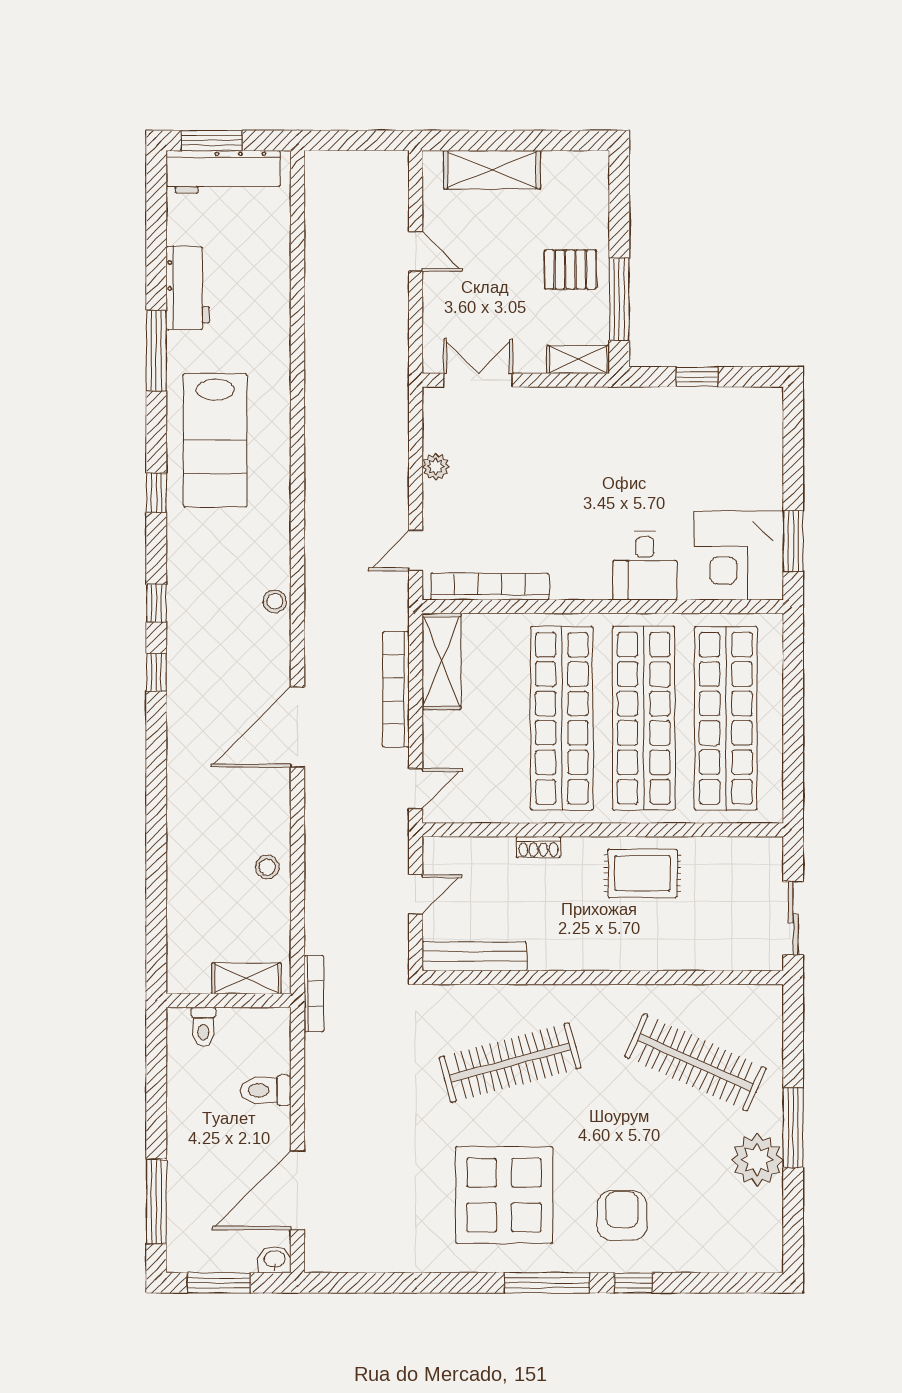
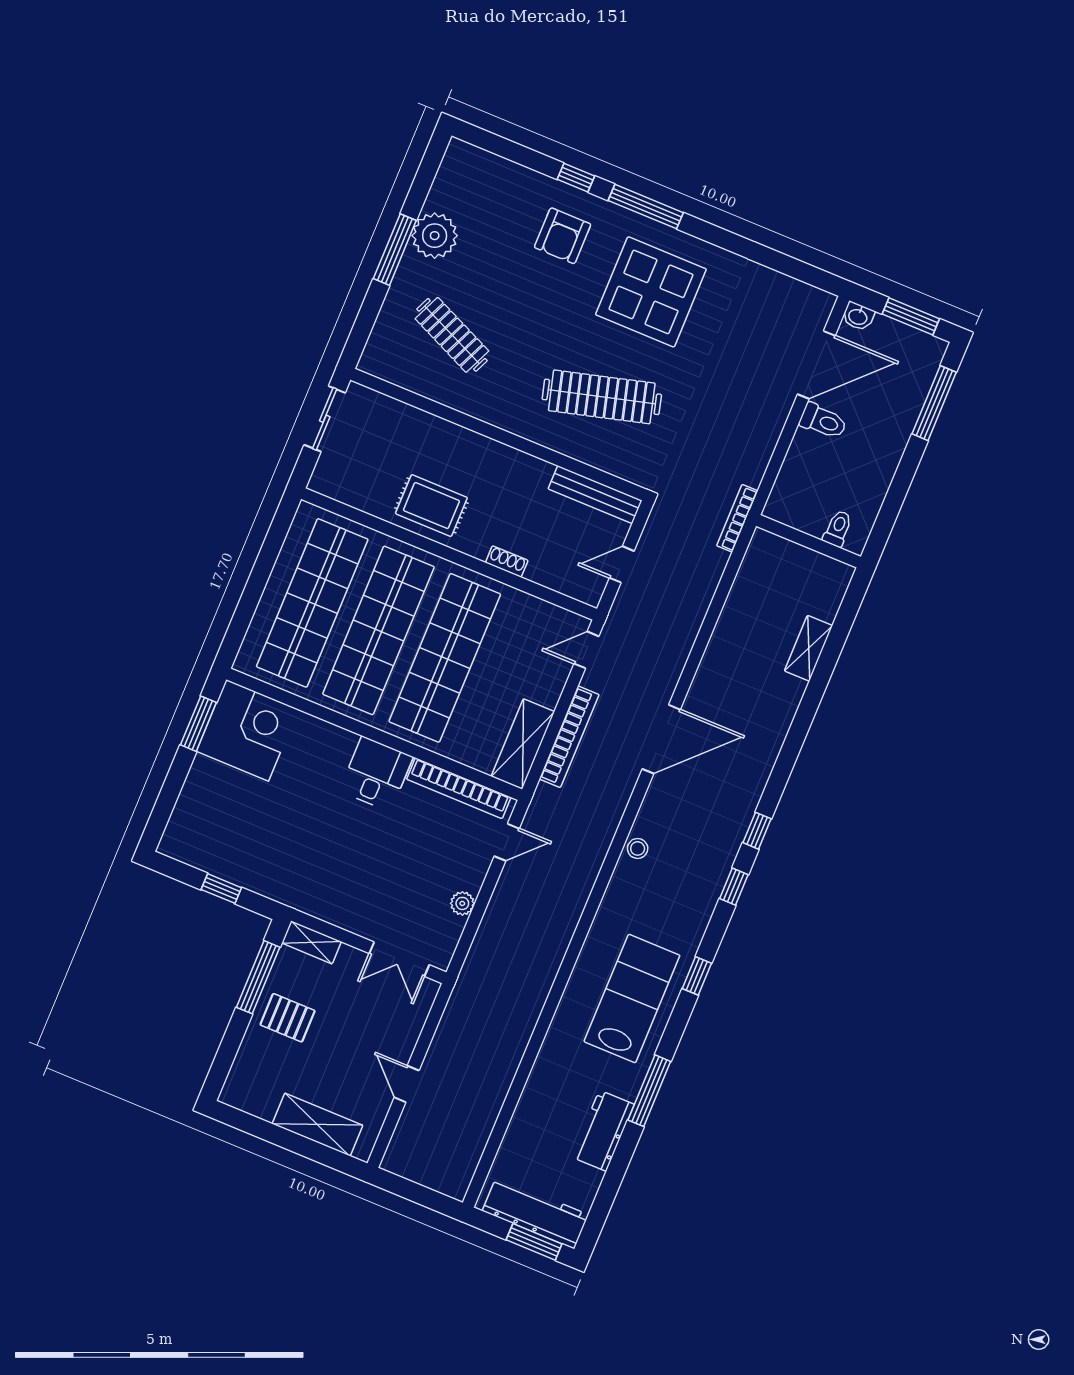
desk: (645, 566) -> (376, 774), moved
stool: (267, 867) -> (733, 636), removed
shelving: (246, 978) -> (809, 648), moved, turned 90
clothes rail: (695, 1063) -> (452, 335), width x0.73, depth x0.76
toilet: (266, 1090) -> (823, 421), moved

